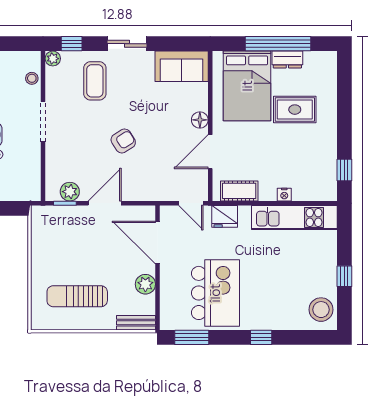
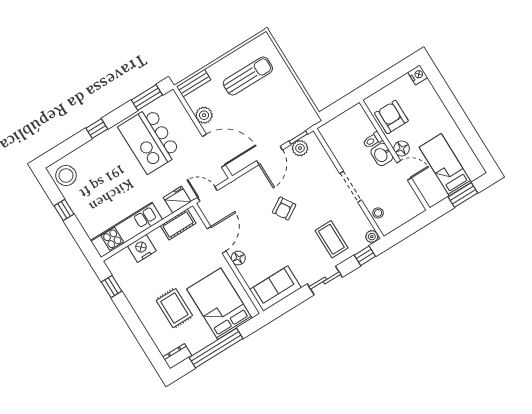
dresser: (287, 59) -> (177, 356), moved
rug: (295, 110) -> (174, 308), turned 90
nightstand: (284, 195) -> (142, 248), width x1.89, depth x1.79

